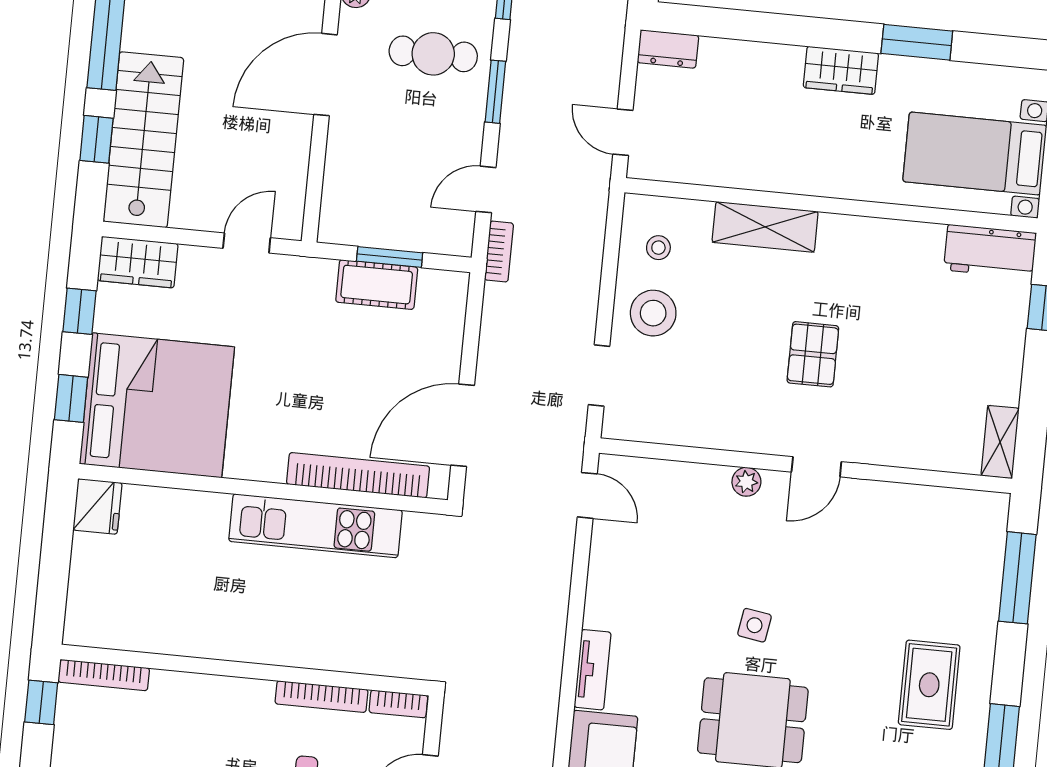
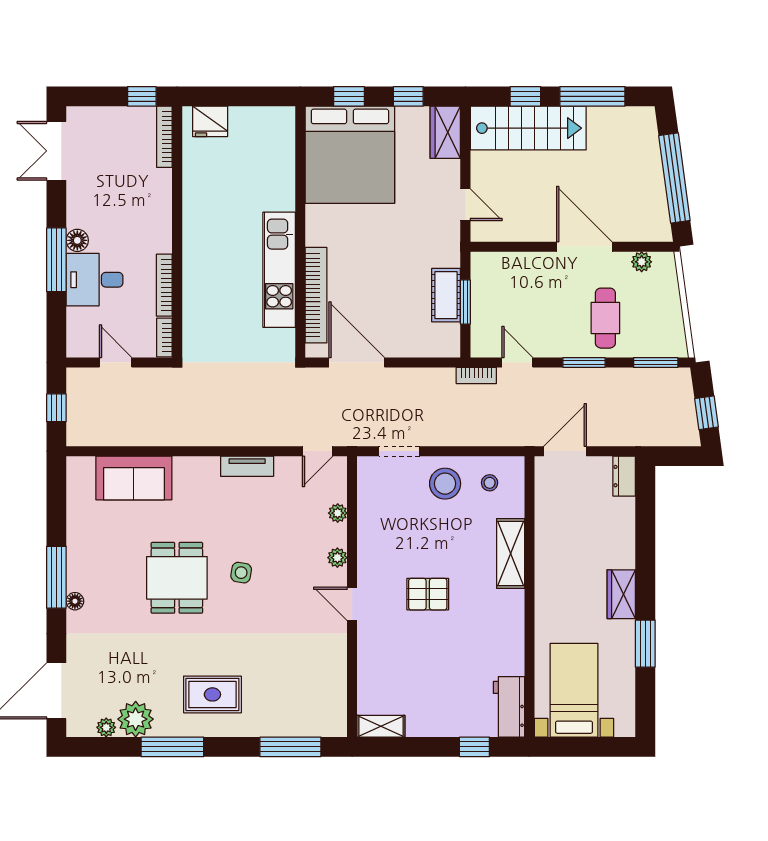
door: (623, 132) -> (565, 451), width x1.38
plant: (681, 475) -> (338, 513), added
fridge: (97, 506) -> (210, 121), moved
tv unit: (592, 670) -> (247, 466), moved

